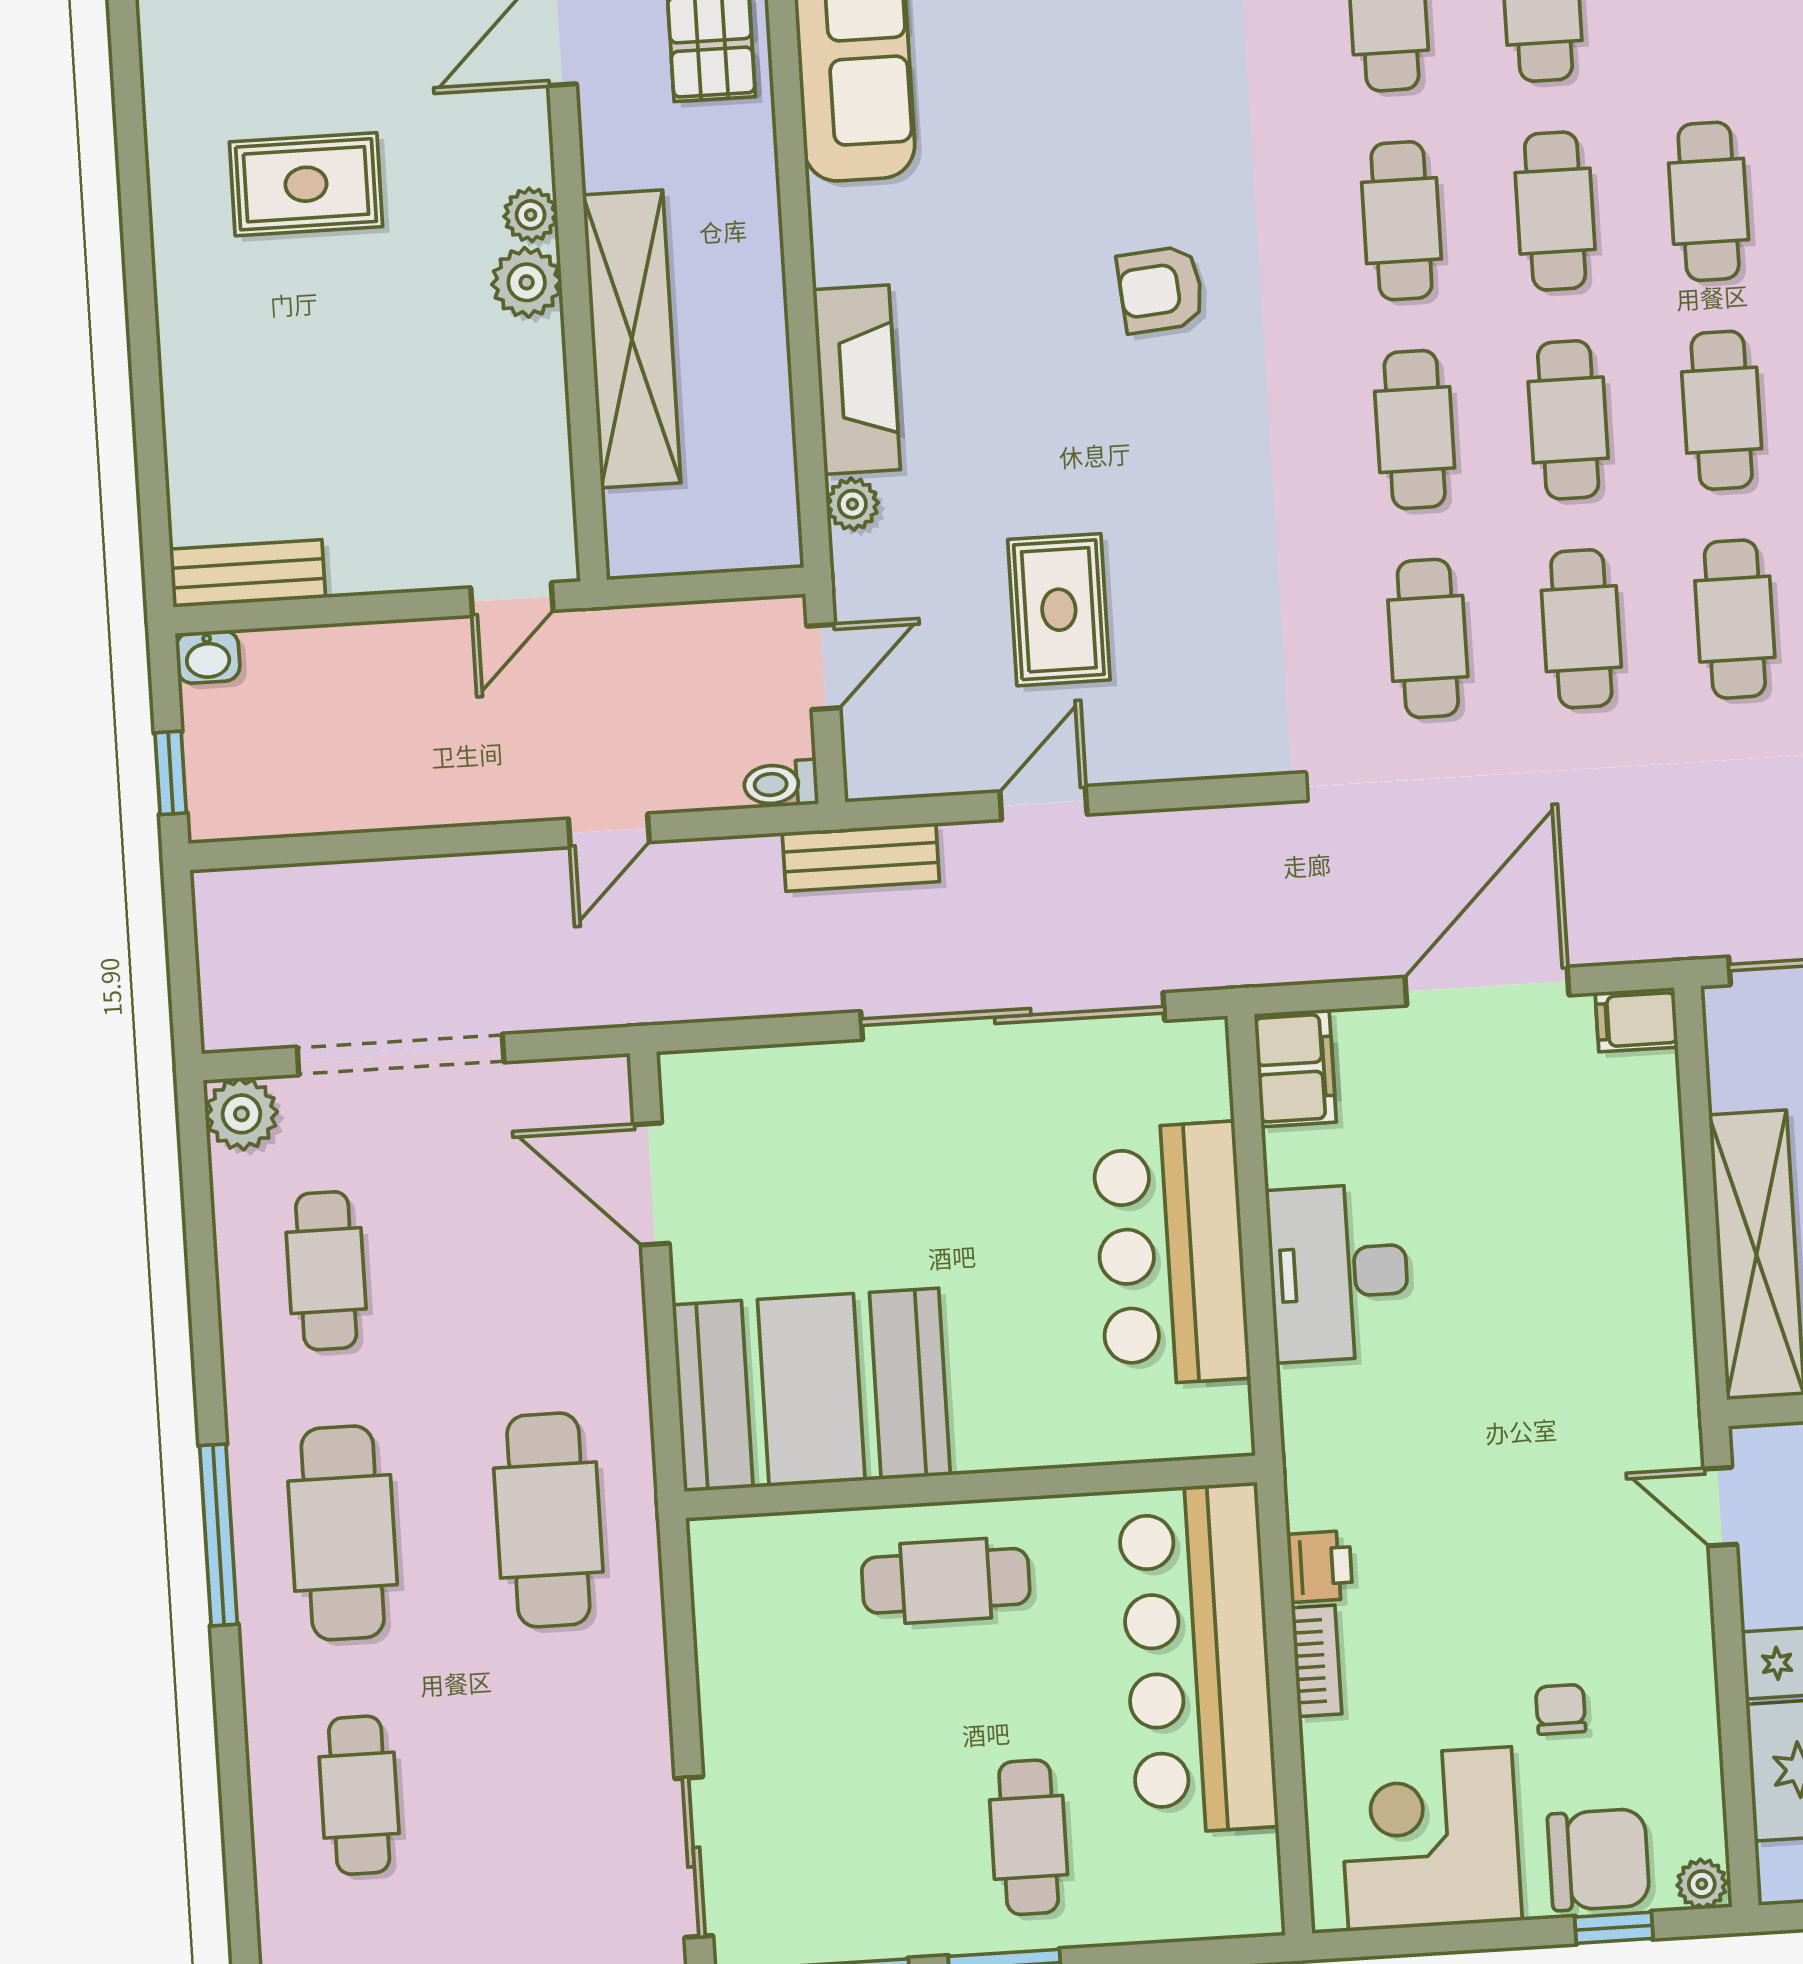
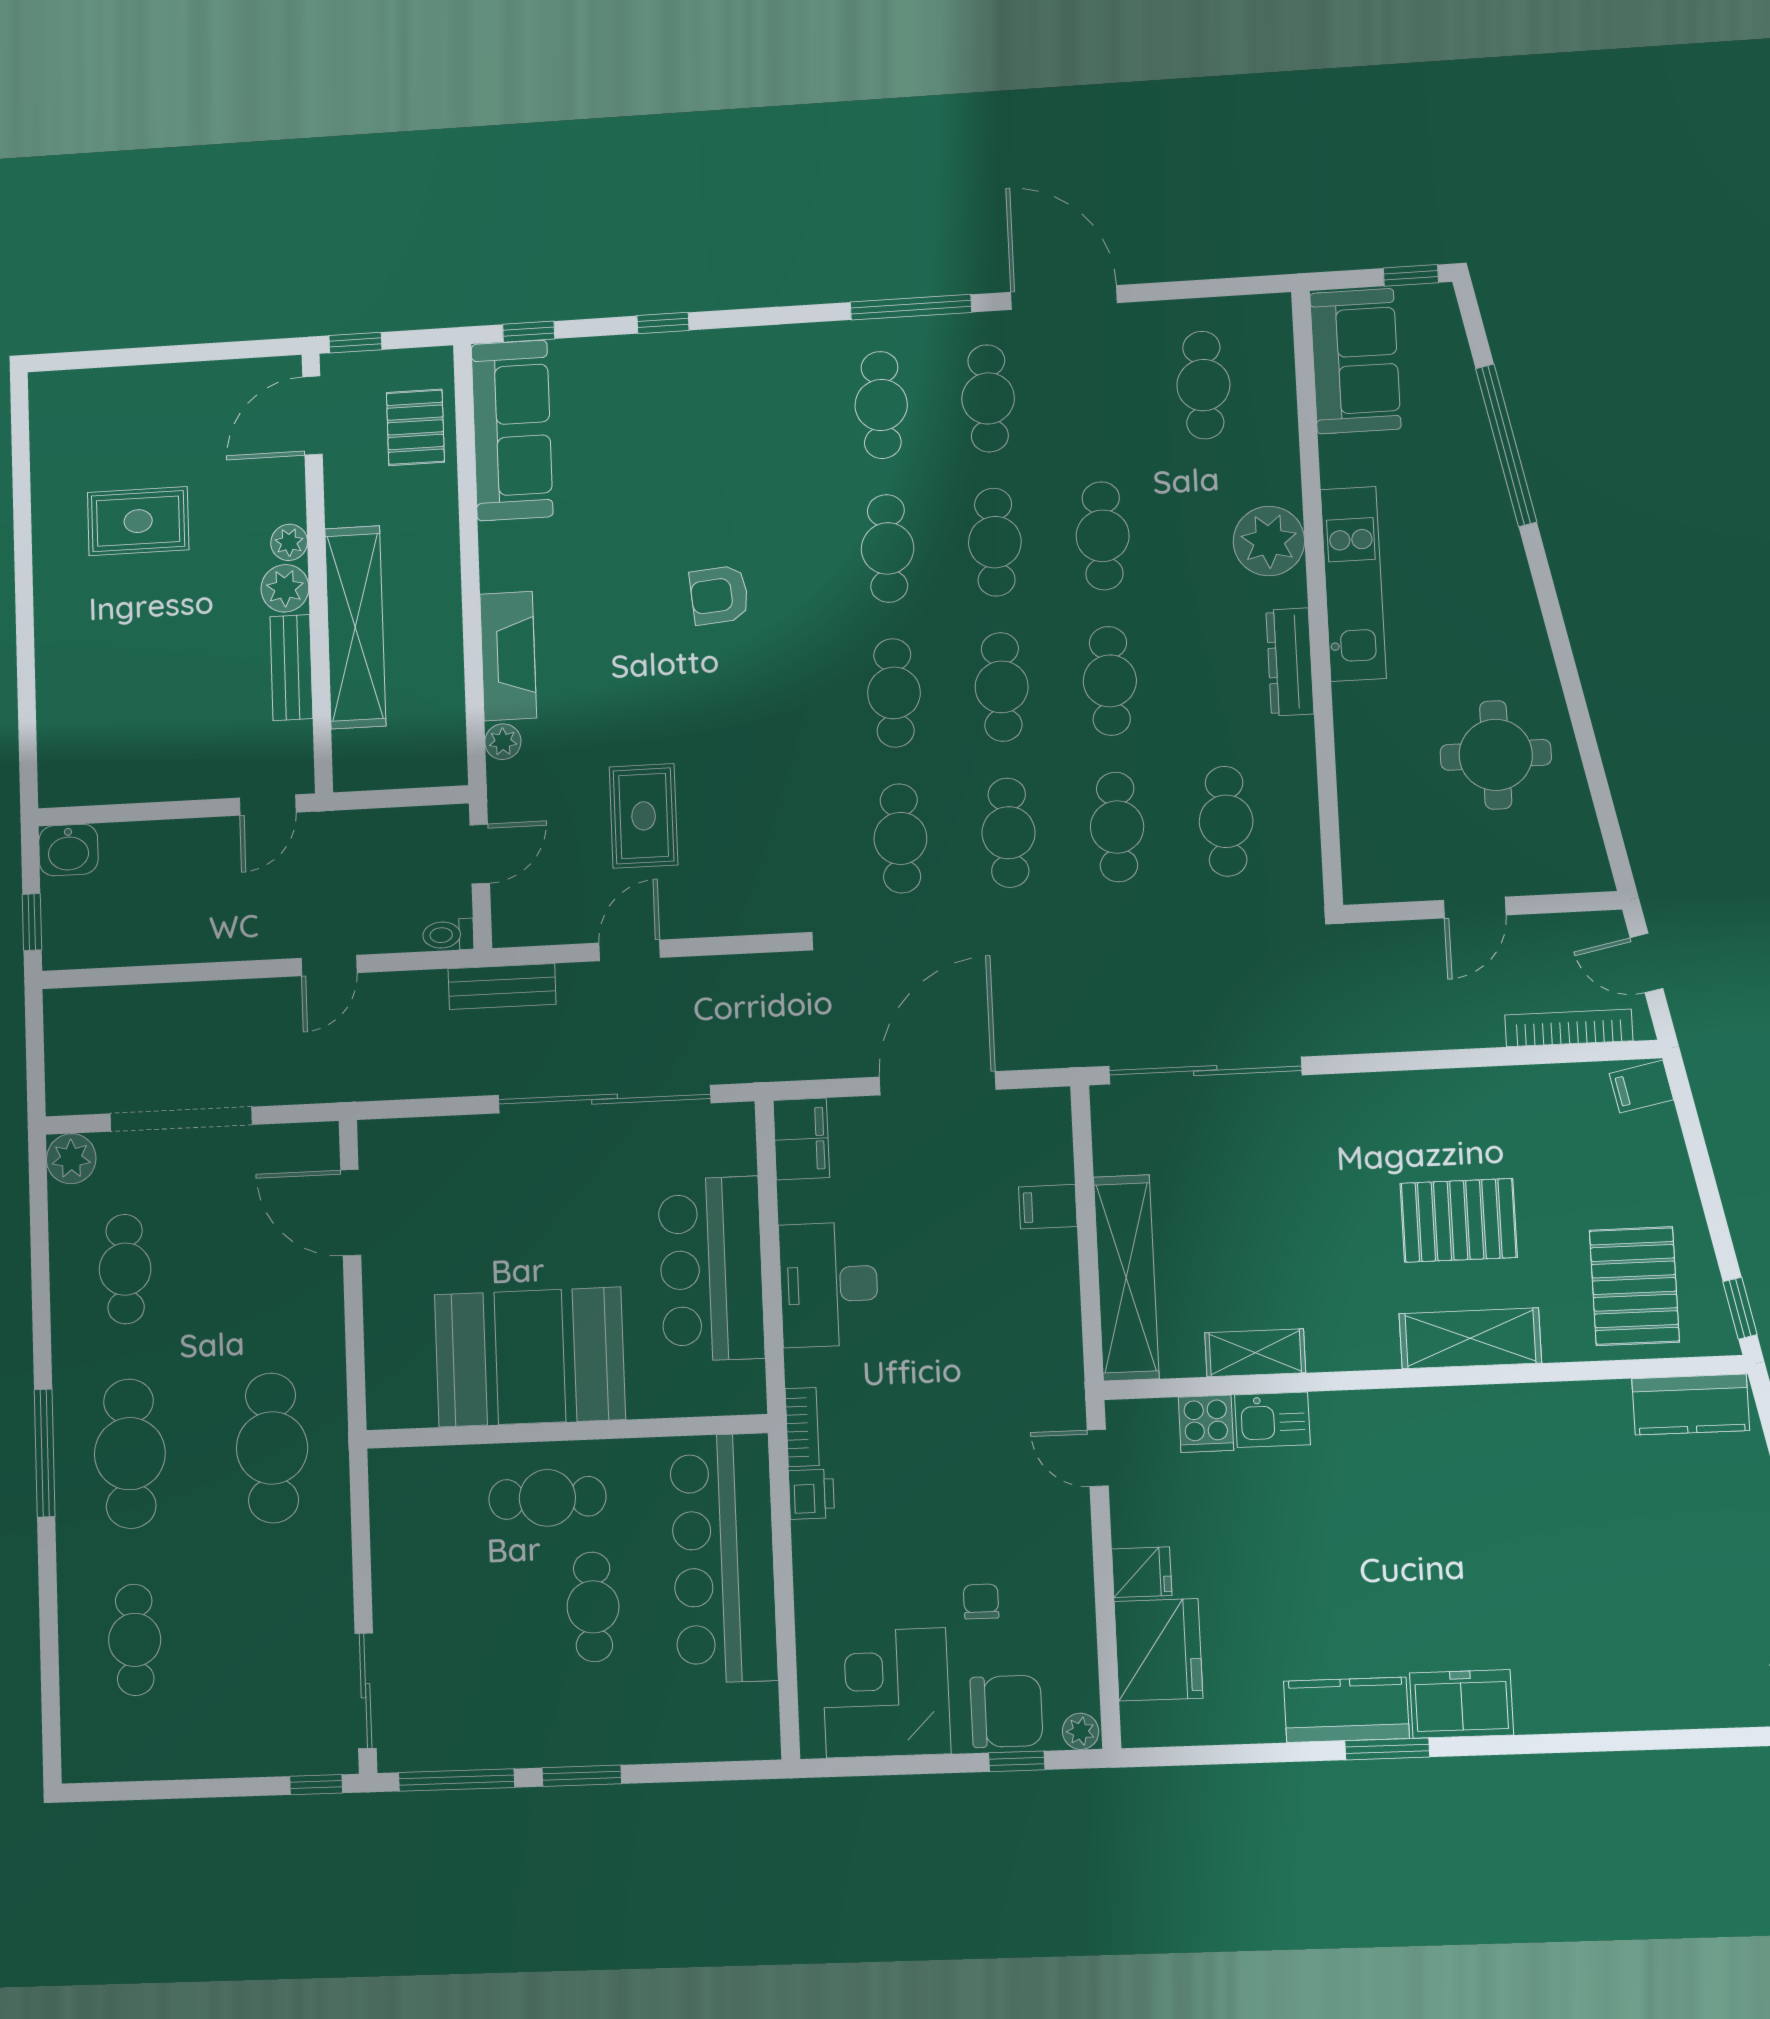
bench: (248, 573) -> (291, 668), moved, turned 90
washbasin: (208, 657) -> (68, 850), width x1.38, depth x1.45
filing cabinet: (1637, 1020) -> (1048, 1207), moved
booth: (811, 1390) -> (530, 1357), moved
bookcase: (1317, 1661) -> (802, 1427), moved
cafe table: (1029, 1837) -> (593, 1607), moved

